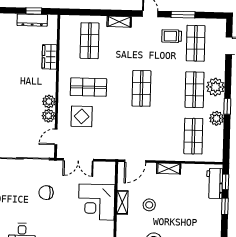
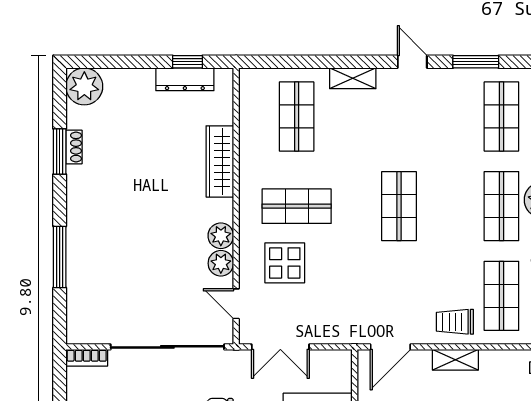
trolley: (172, 36) -> (455, 322), moved
wardrobe: (49, 57) -> (220, 161), width x1.50
door: (56, 137) -> (236, 304), hinge flipped

